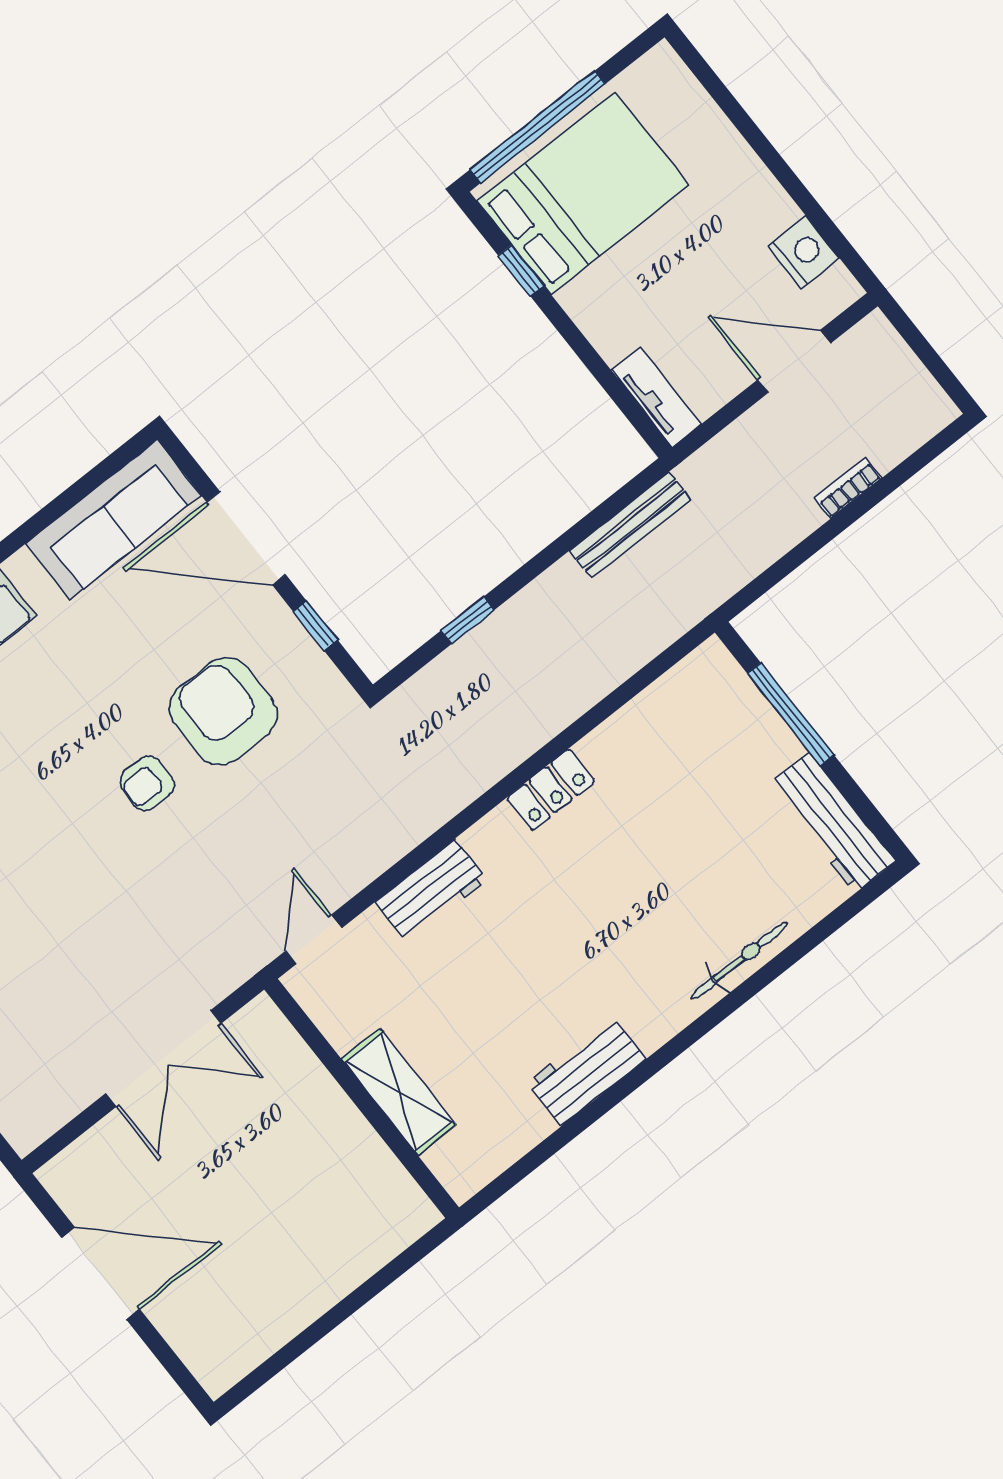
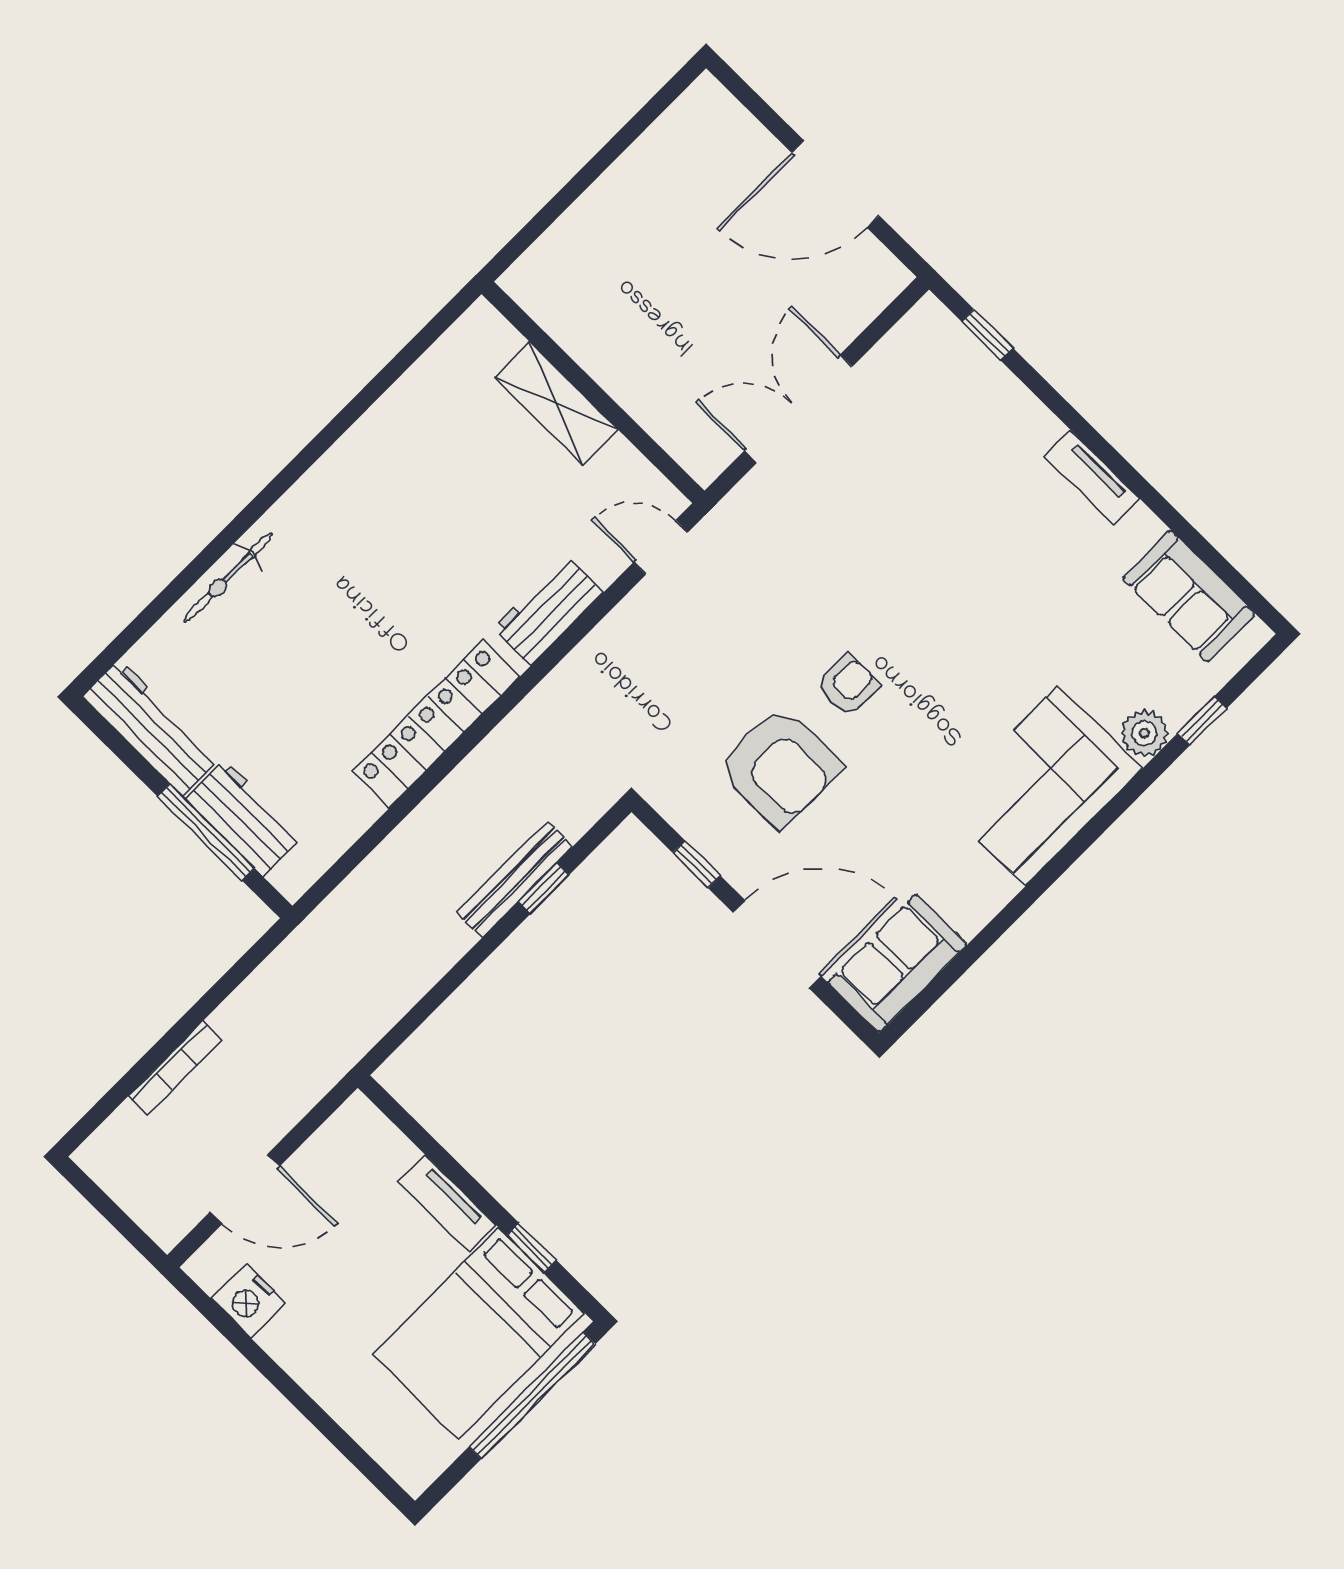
tv unit: (656, 397) -> (447, 1203), moved
bookcase: (848, 488) -> (175, 1068), width x1.56
sofa: (113, 520) -> (898, 963), width x0.73
bench: (630, 525) -> (514, 879), moved
locker: (551, 790) -> (436, 724), width x2.16, depth x1.21
door: (314, 939) -> (661, 547), swing flipped
workbench: (586, 1071) -> (244, 818), moved, turned -90

